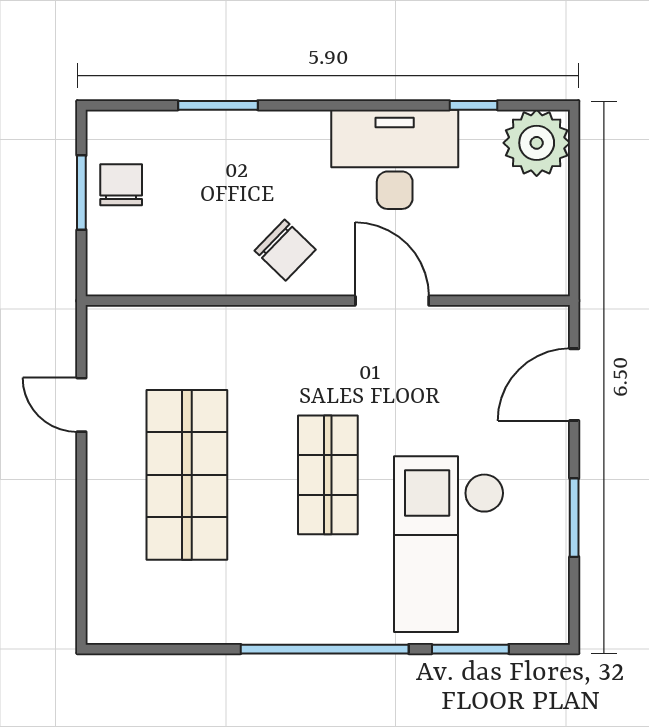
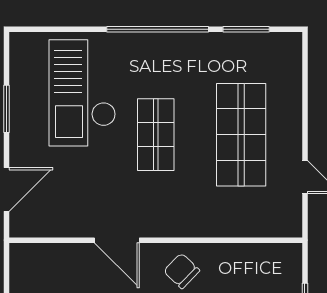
checkout: (449, 544) -> (82, 93), turned 180
window: (470, 649) -> (246, 29), moved

